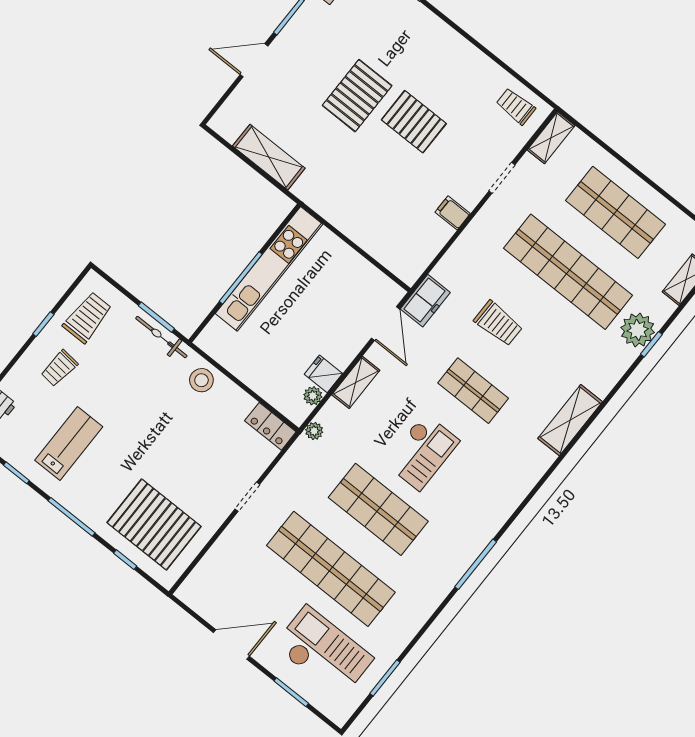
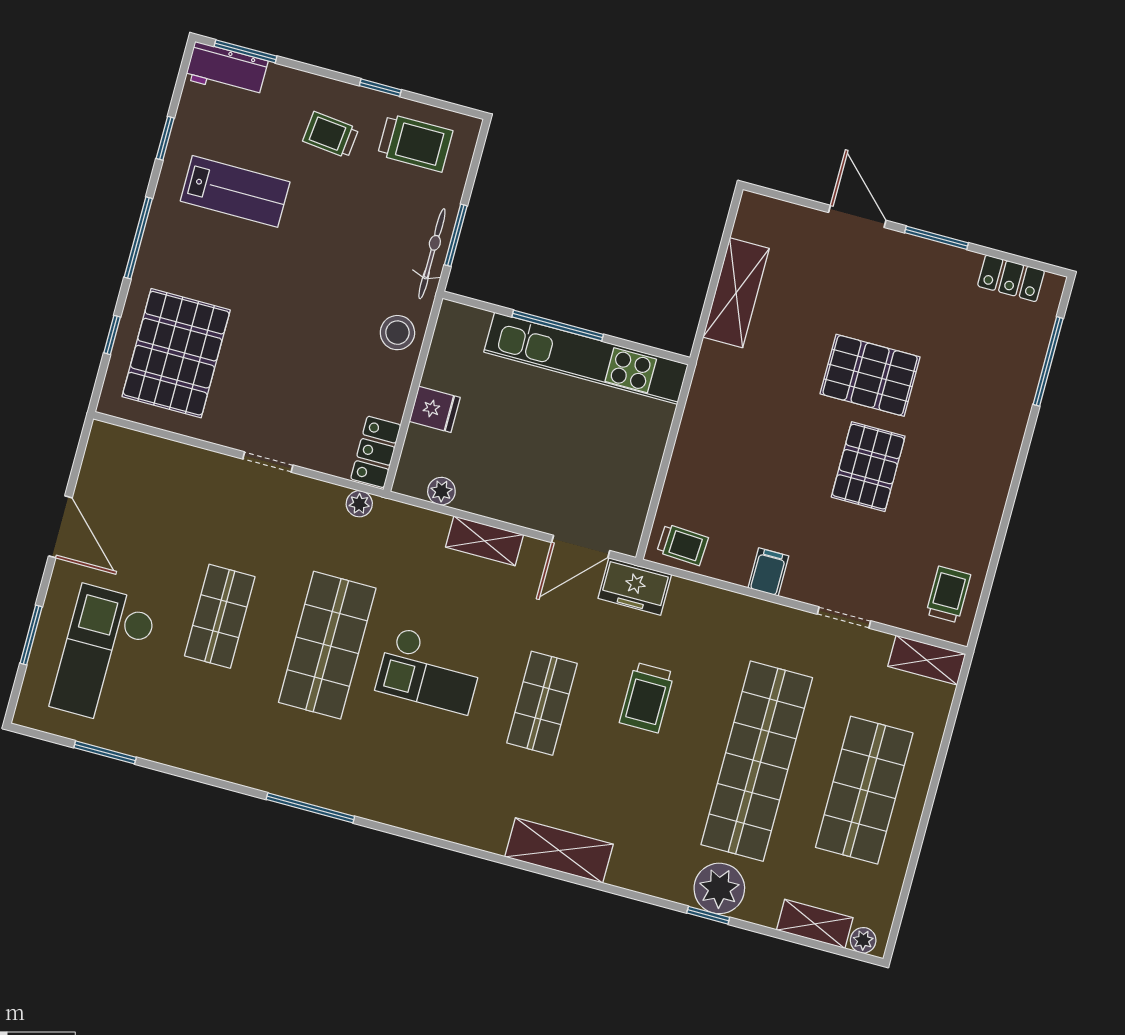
trolley: (412, 259) -> (683, 545), added
fridge: (323, 374) -> (435, 409), moved, turned 90
plant: (314, 431) -> (359, 504), moved
shop shelf: (331, 569) -> (220, 616), width x0.50, depth x0.74
checkout: (324, 652) -> (104, 655), turned 180

